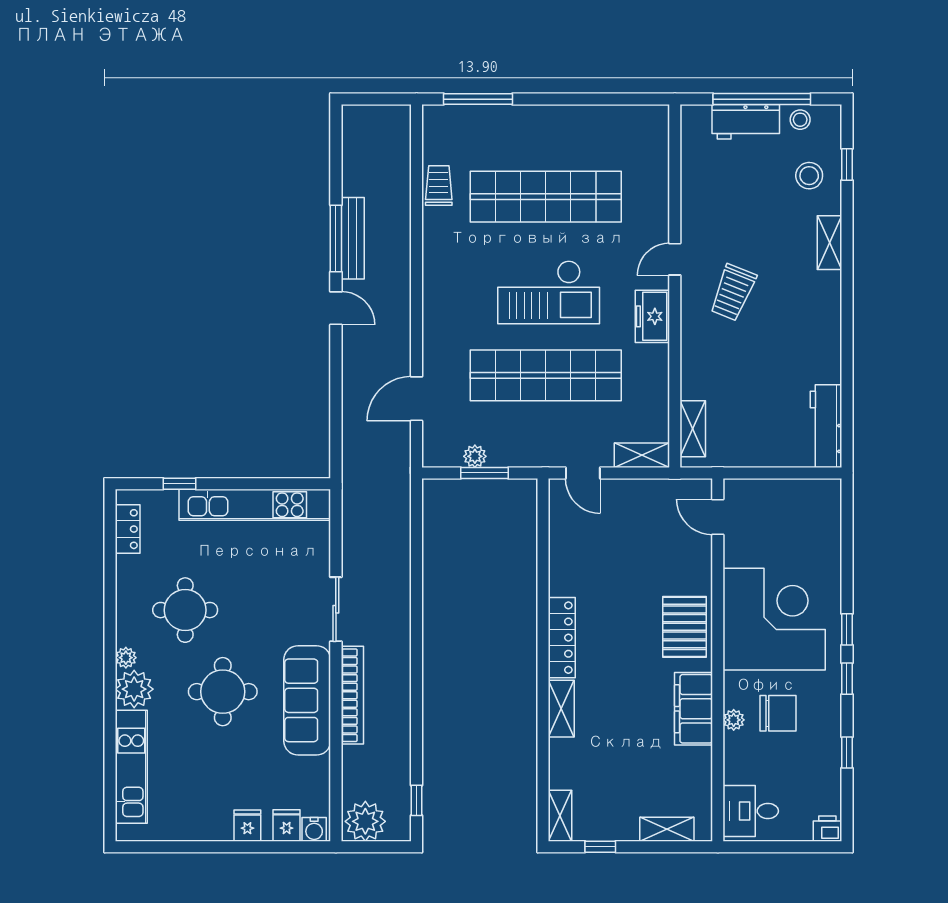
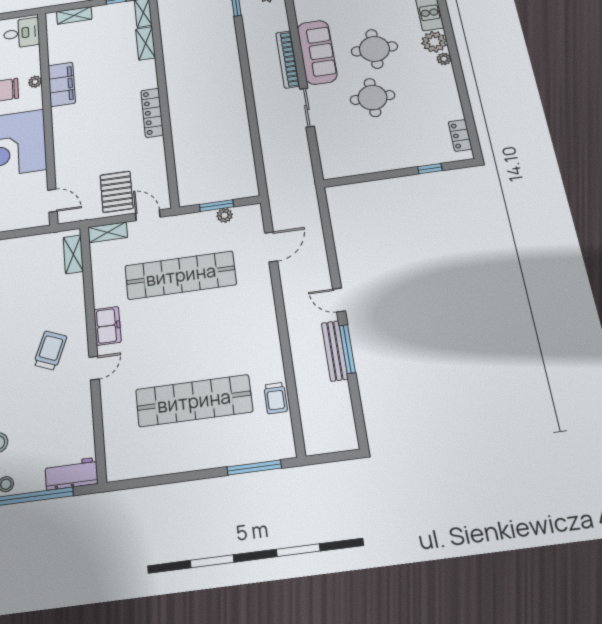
workbench: (746, 122) -> (71, 474), moved
checkout: (549, 292) -> (185, 332), removed
kitchen unit: (255, 505) -> (374, 163), removed
round table: (185, 610) -> (373, 98), moved
pallet: (684, 627) -> (117, 192), moved
shelving: (561, 709) -> (146, 43), moved

